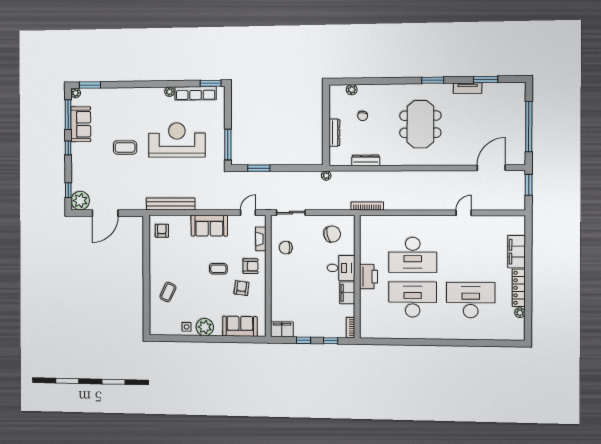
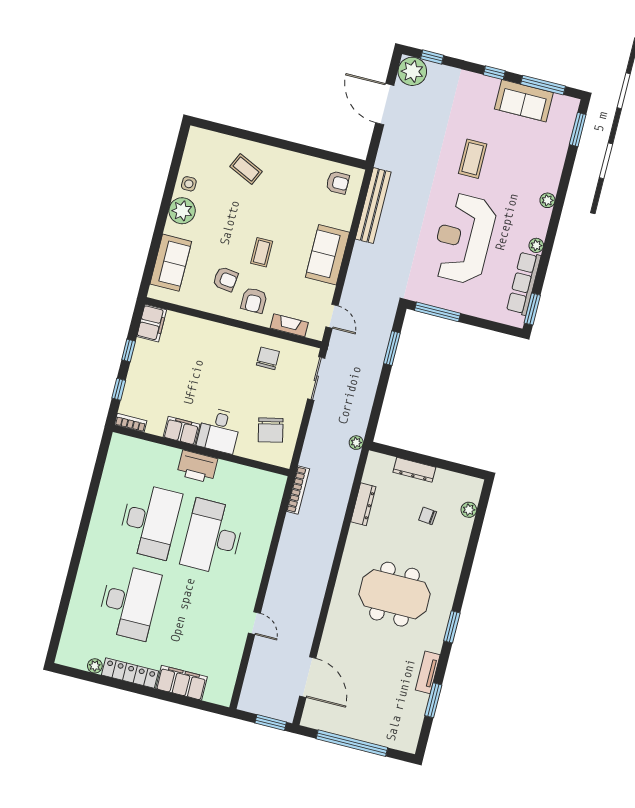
plant: (76, 93) -> (547, 200), moved
reception desk: (177, 140) -> (463, 239), turned 180

